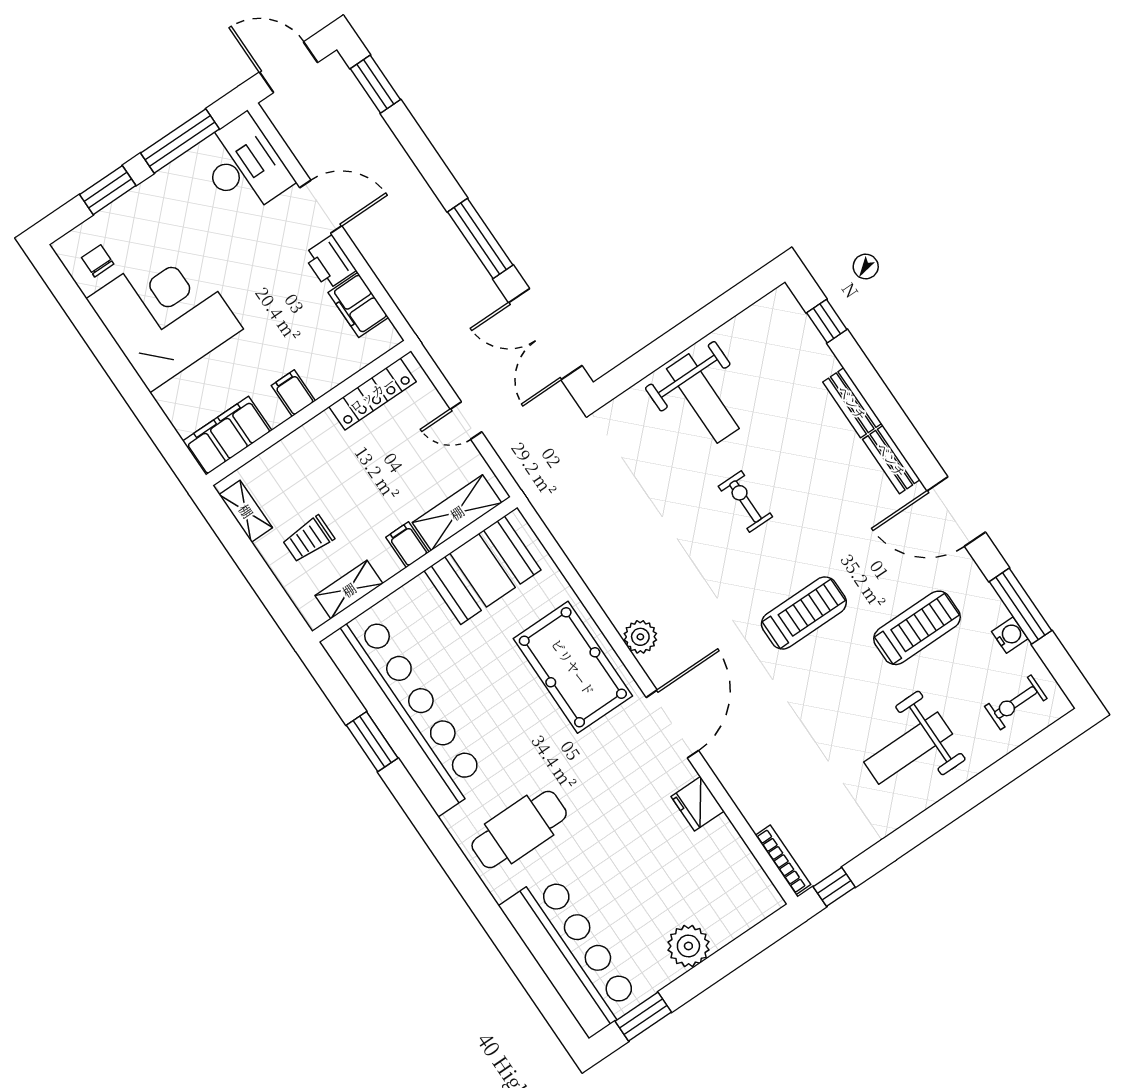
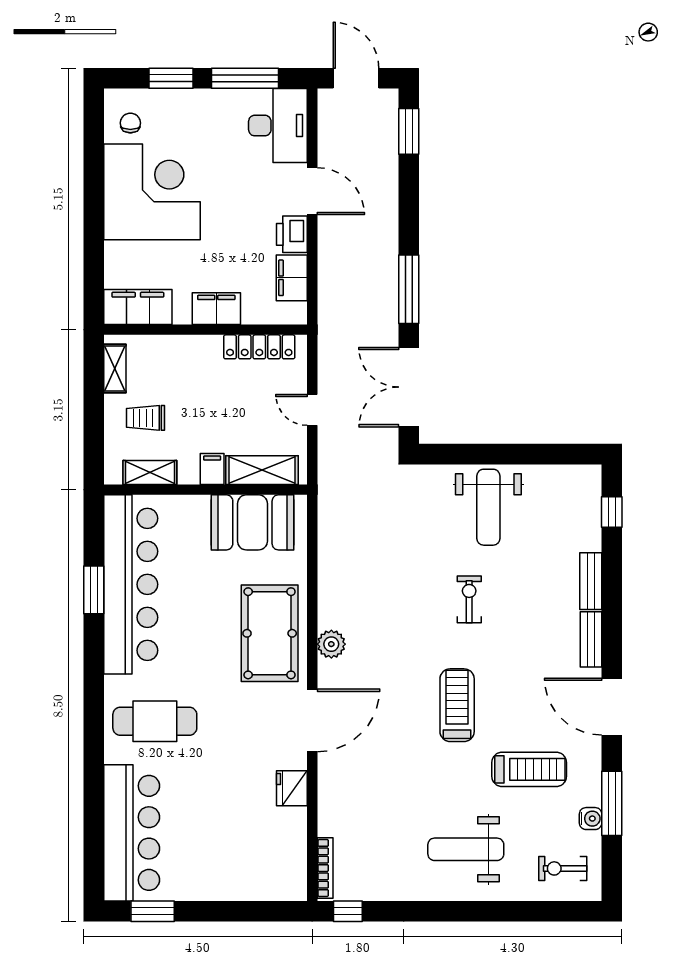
filing cabinet: (293, 393) -> (216, 309), width x2.00
treadmill: (804, 613) -> (457, 705), turned -90
plant: (688, 946) -> (218, 883), removed

